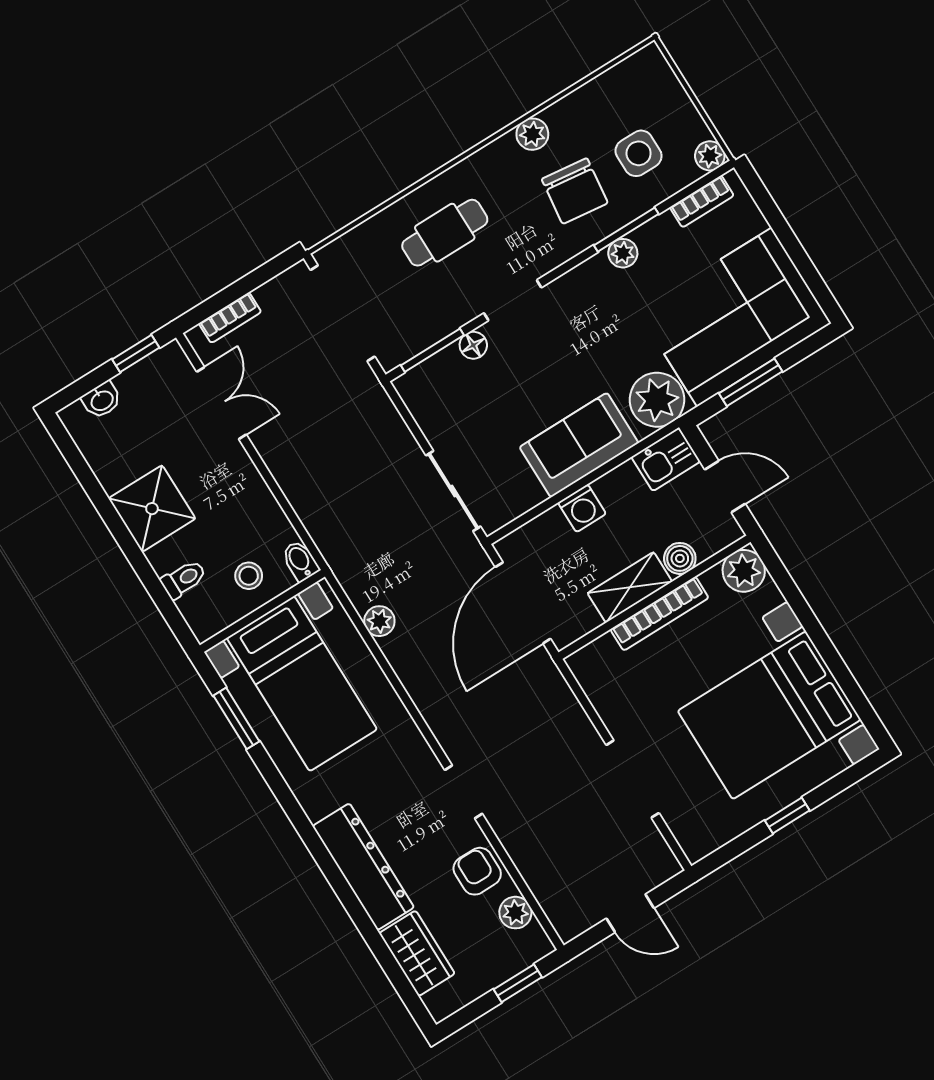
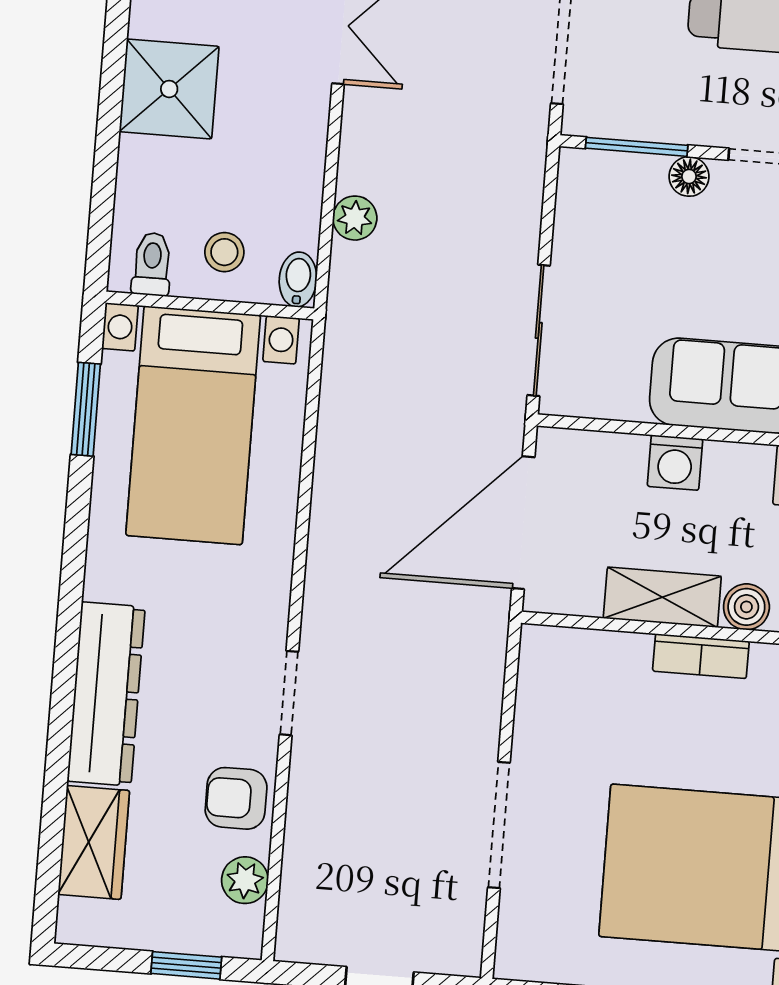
toilet: (184, 579) -> (152, 264), moved, turned -90
bookcase: (659, 614) -> (701, 656), width x0.64
plant: (379, 621) -> (355, 218), moved
armchair: (477, 871) -> (236, 798), turned -90

